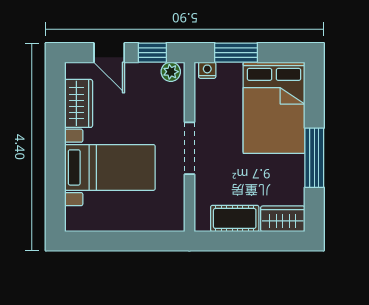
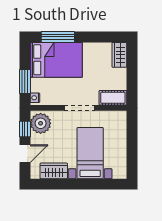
plant: (171, 72) -> (41, 123), width x1.88, depth x1.88
window: (314, 158) -> (58, 37), moved
cot: (235, 218) -> (113, 98), moved, turned 90

